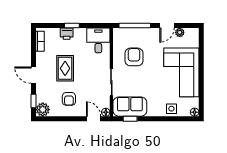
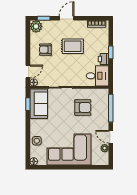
printer: (67, 34) -> (103, 59), moved

